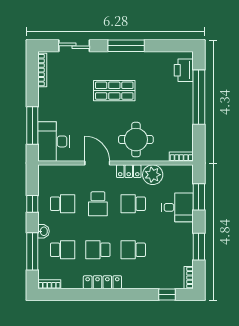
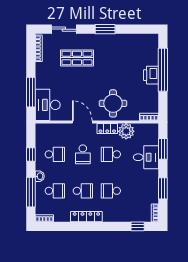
window: (126, 46) -> (105, 29), width x0.69
printer: (184, 70) -> (151, 75), moved
shop shelf: (114, 91) -> (77, 58), moved
school desk: (98, 250) -> (83, 191), turned 180

